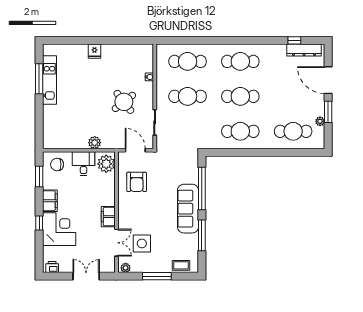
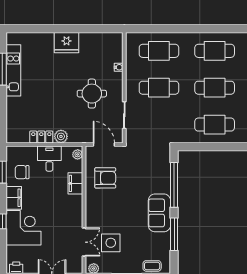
fridge: (95, 51) -> (67, 43), width x1.88, depth x1.34
round table: (124, 102) -> (92, 94), turned 38
locker: (76, 143) -> (41, 137), added
chair: (57, 164) -> (22, 172), moved
plant: (106, 164) -> (78, 154), width x0.53, depth x0.53
armchair: (137, 182) -> (105, 178), turned -90
sofa: (188, 209) -> (159, 213), width x0.73
filing cabinet: (108, 217) -> (75, 183), moved

